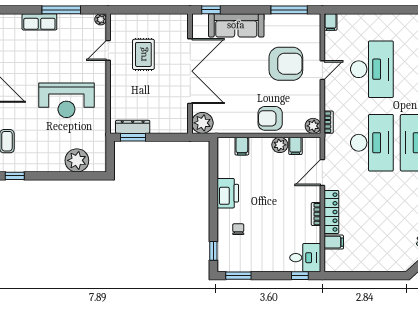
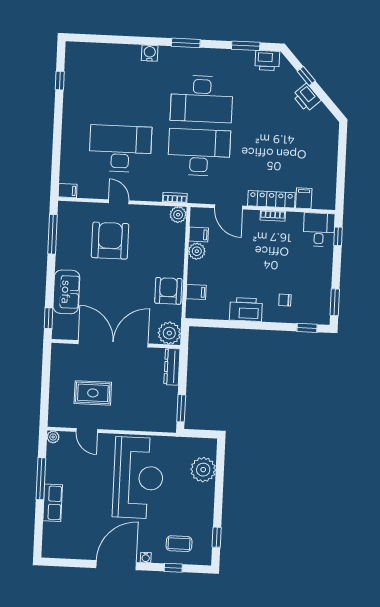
sofa: (236, 25) -> (66, 292), width x0.73
reception desk: (66, 100) -> (138, 478), width x1.36, depth x1.30
armchair: (270, 118) -> (168, 291), moved, turned 180
dresser: (133, 127) -> (172, 367), moved

